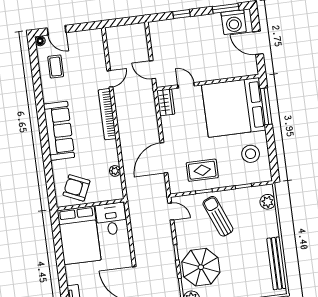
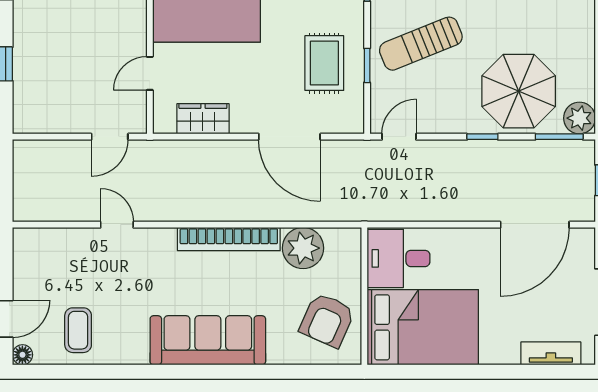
coffee table: (56, 67) -> (78, 330), turned 90
wardrobe: (166, 102) -> (203, 119), moved
bookcase: (107, 114) -> (229, 239), moved
plant: (115, 171) -> (303, 248), width x1.88, depth x1.88

